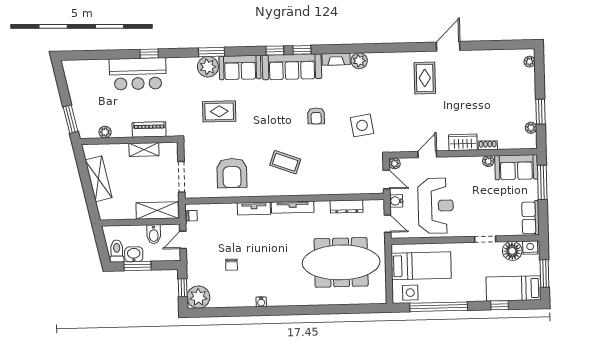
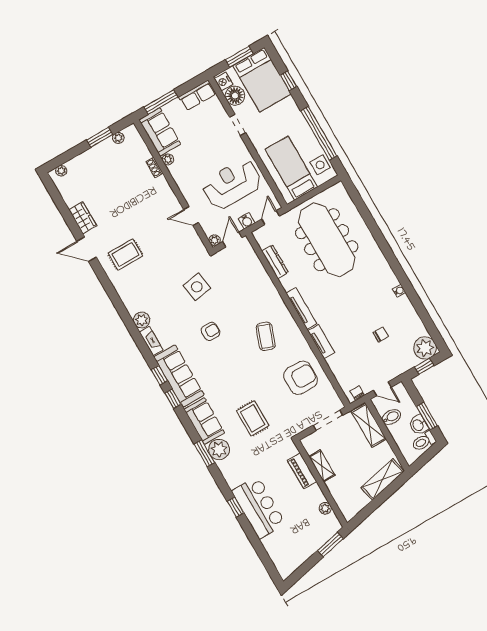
wardrobe: (463, 142) -> (83, 218), moved, turned 180
shelving: (99, 179) -> (383, 479), moved
bed: (513, 288) -> (262, 80), width x1.50

